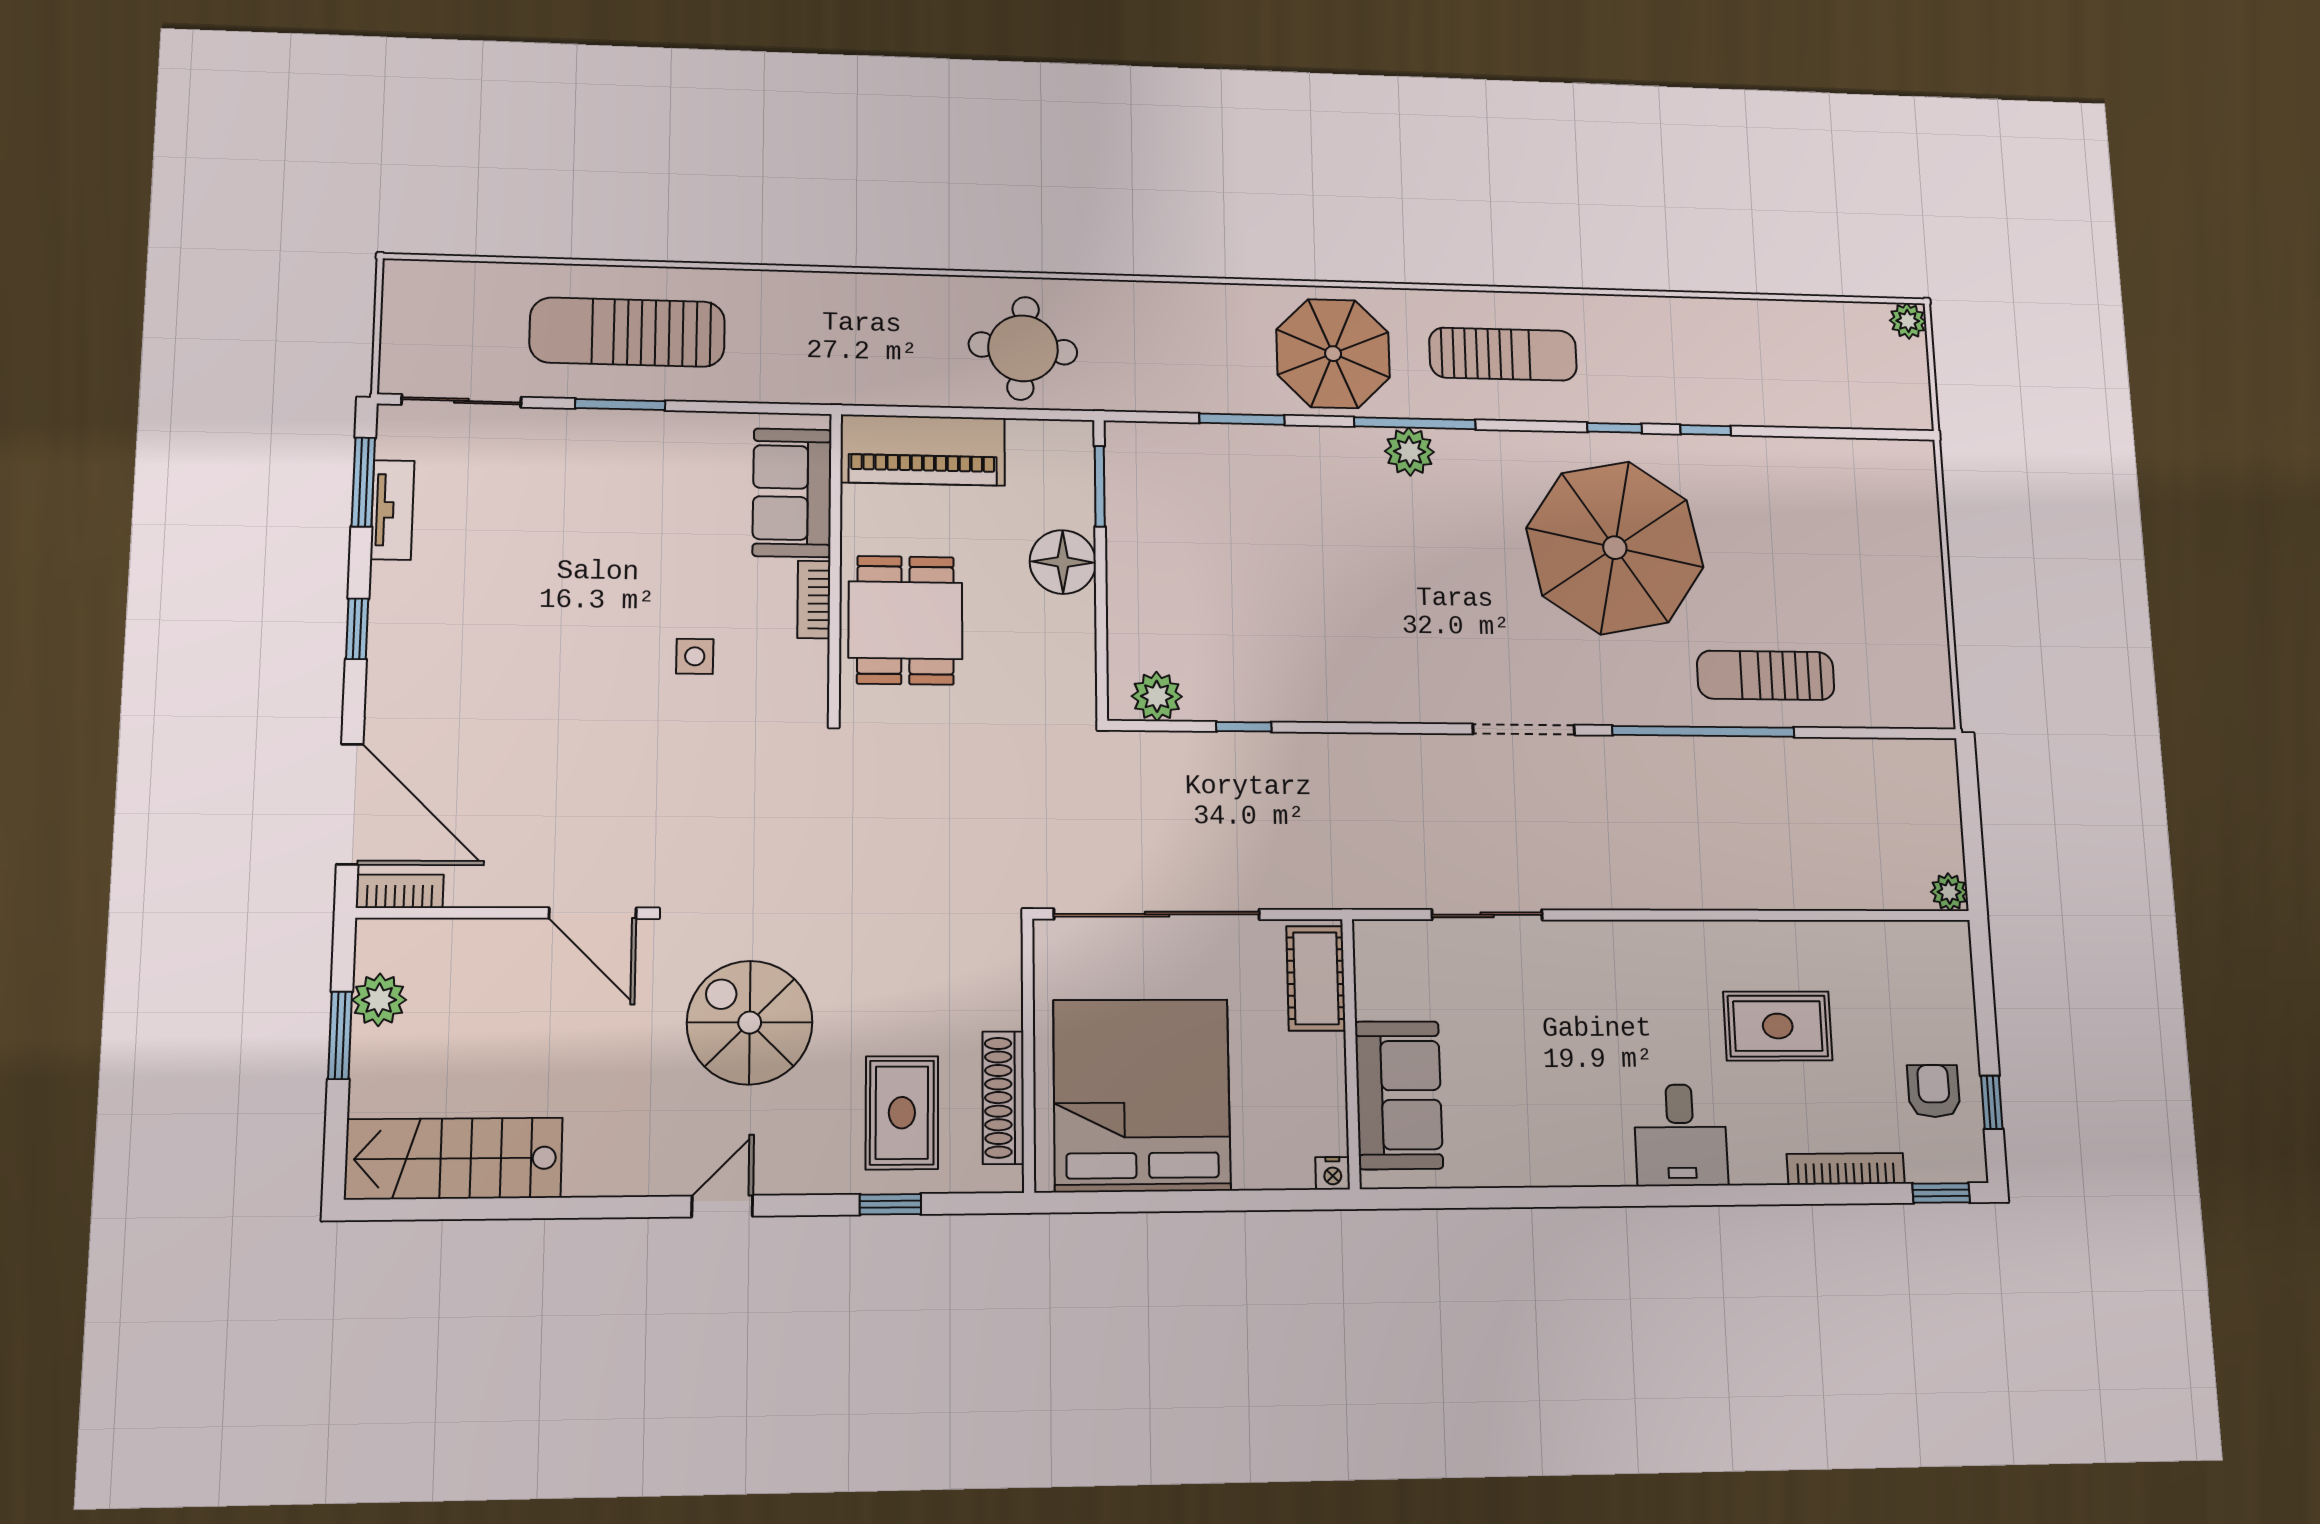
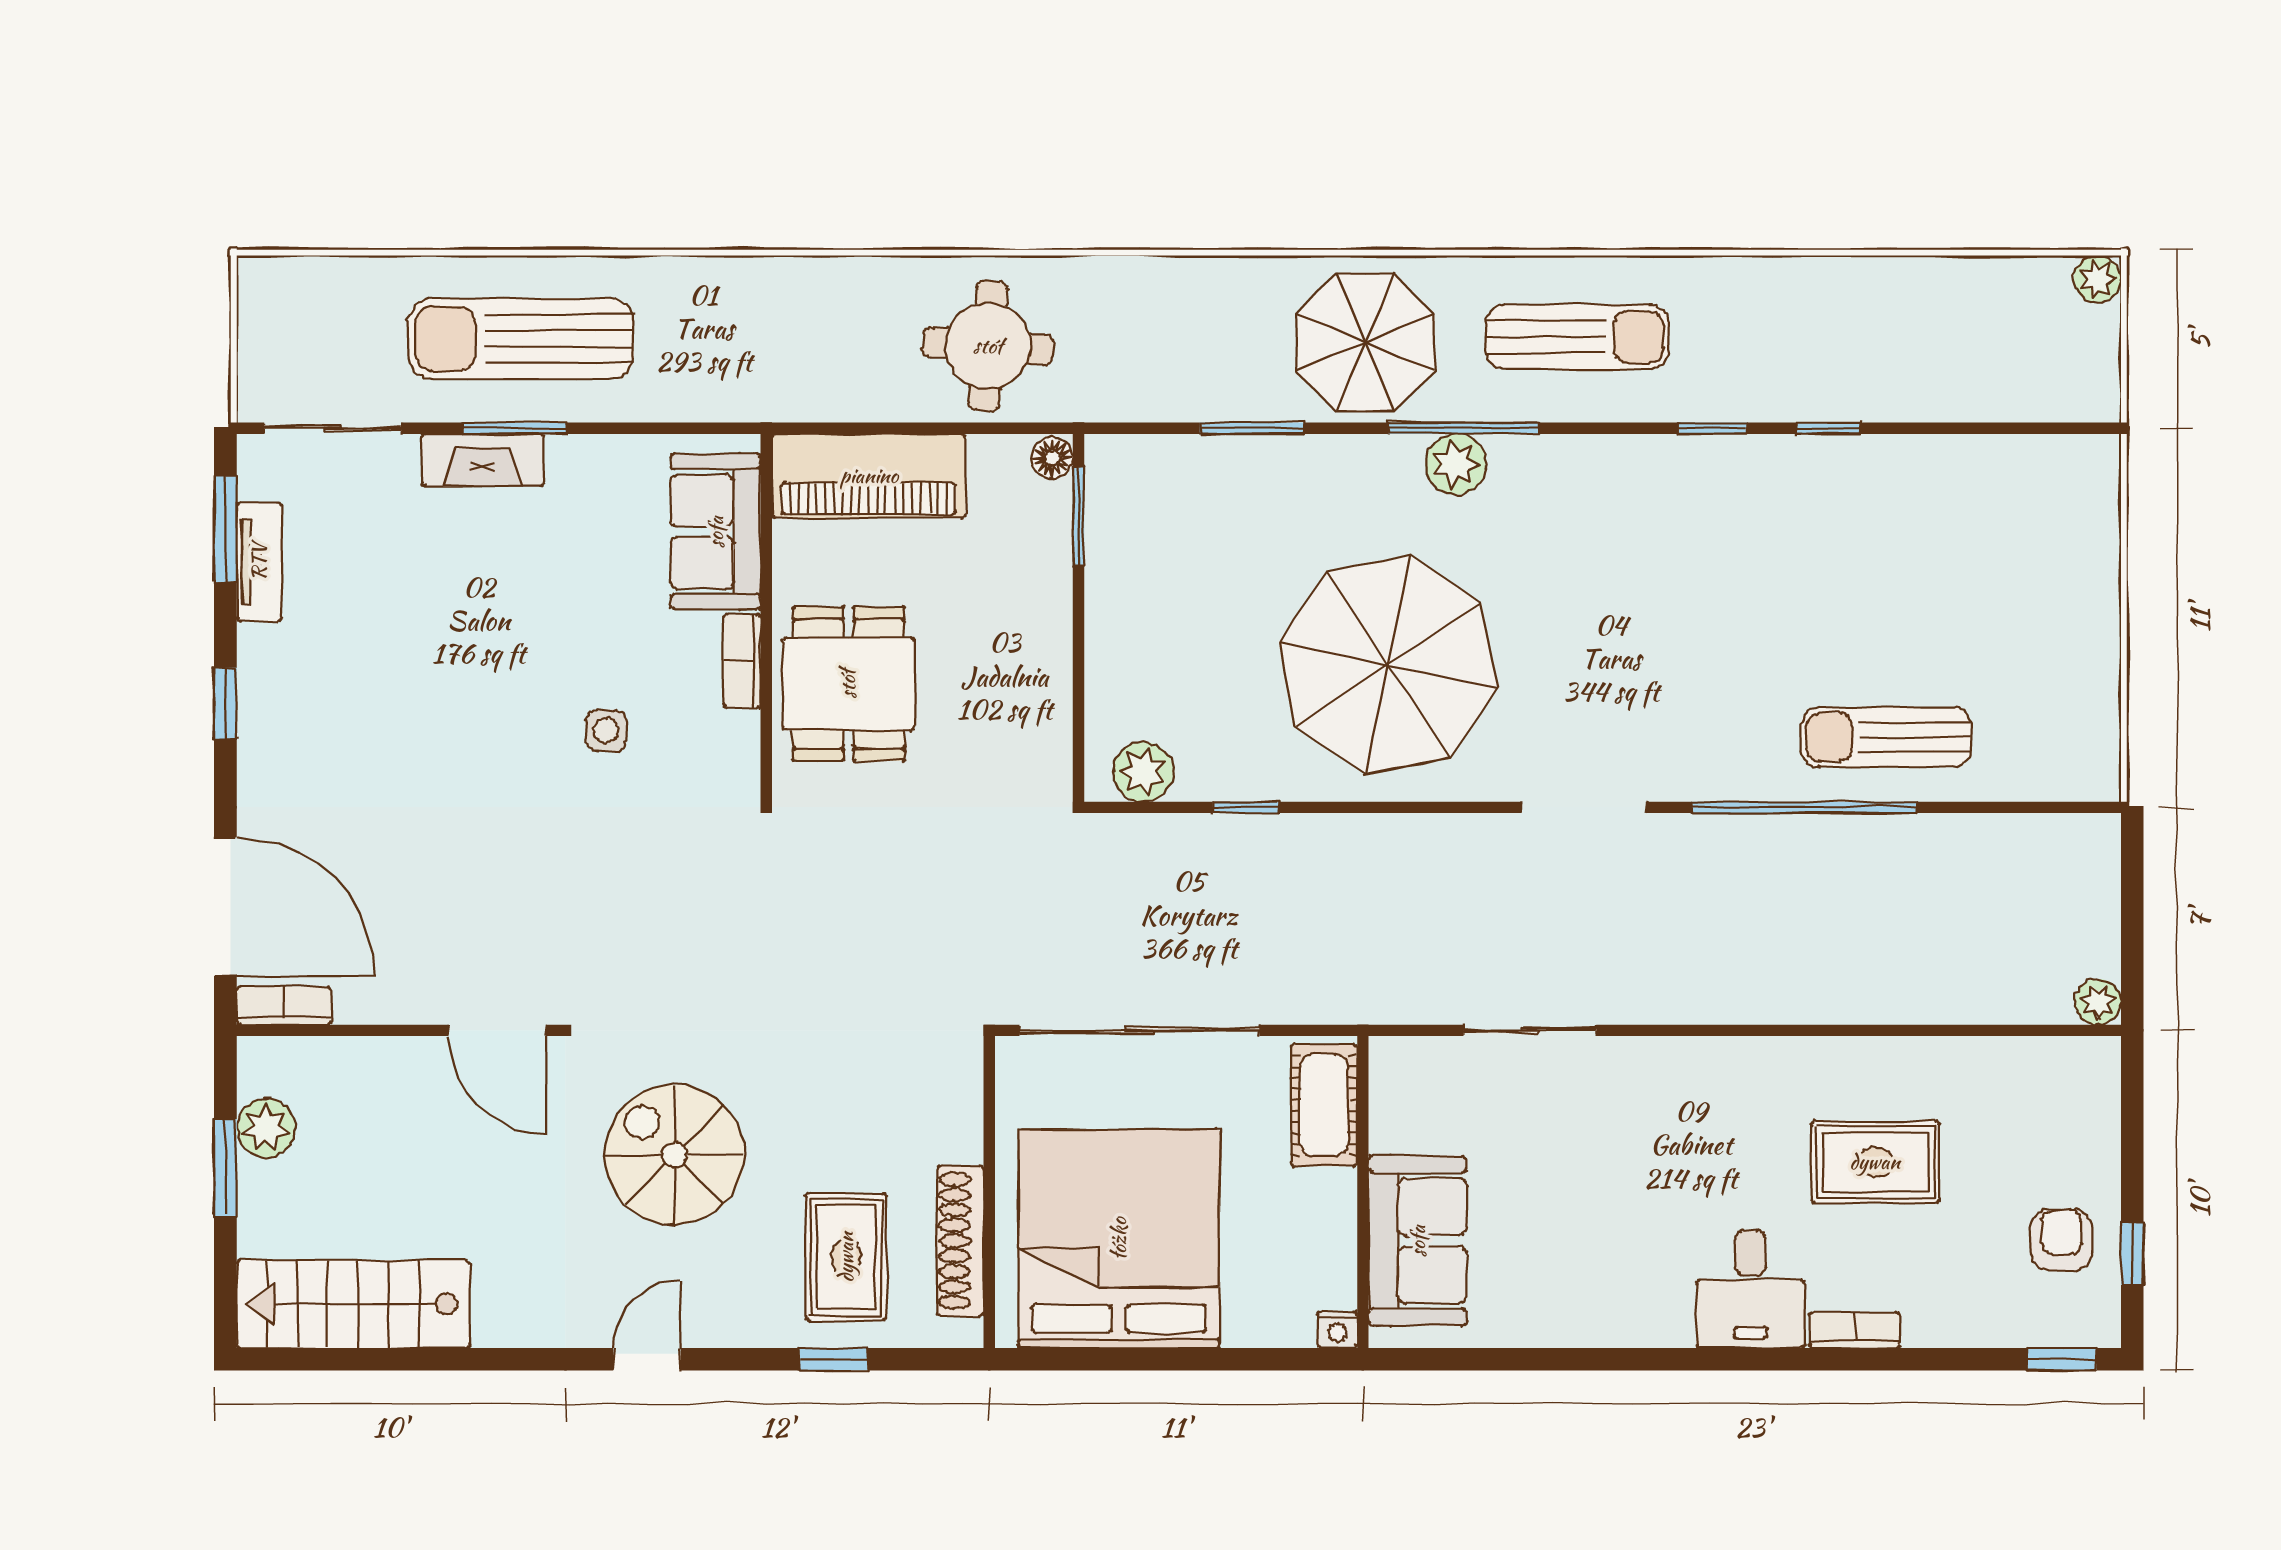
fireplace: (592, 430) -> (483, 460), added
parasol: (1615, 548) -> (1388, 665), moved
floor lamp: (1063, 562) -> (1052, 458), moved, width x0.53, depth x0.53
bookcase: (1846, 1169) -> (1855, 1330), moved, width x0.64

